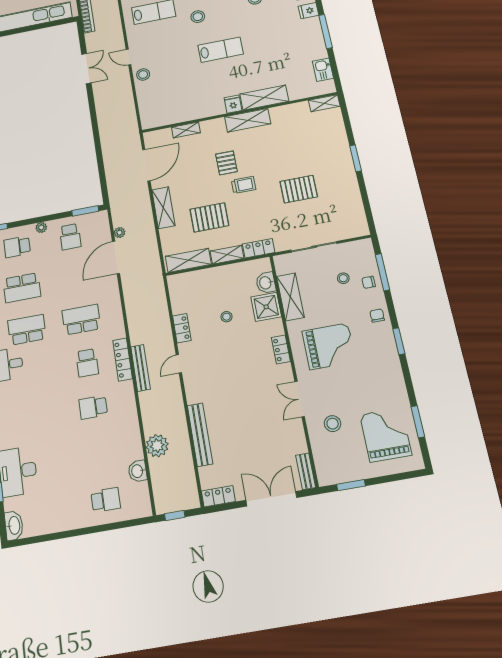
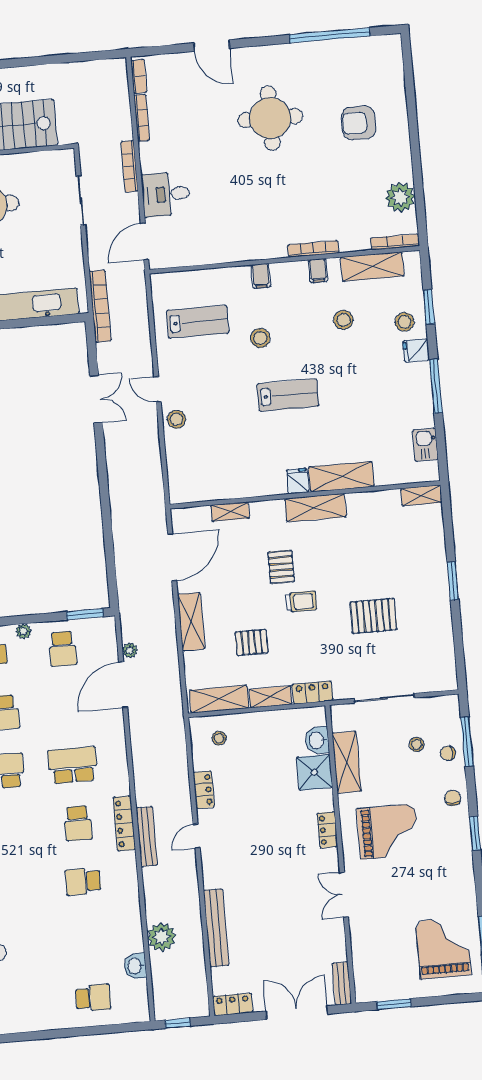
pallet: (209, 217) -> (252, 642), width x0.67, depth x0.71
stool: (226, 317) -> (219, 738), moved
stool: (333, 424) -> (381, 929), removed

